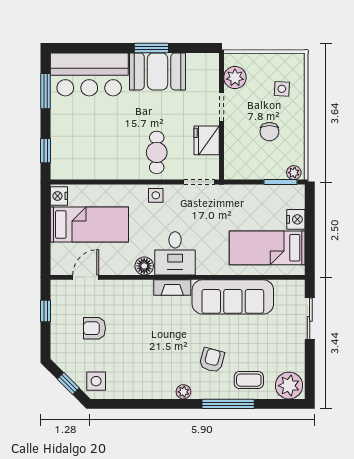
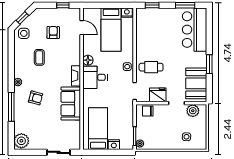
booth: (158, 71) -> (196, 83), moved
chair: (269, 132) -> (148, 111), moved
sofa: (233, 297) -> (71, 104), width x0.73
coffee table: (249, 380) -> (39, 57), moved

